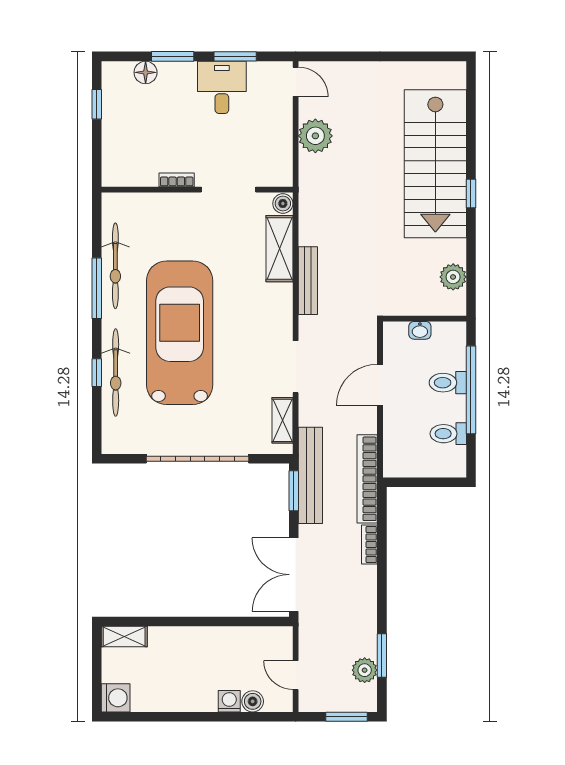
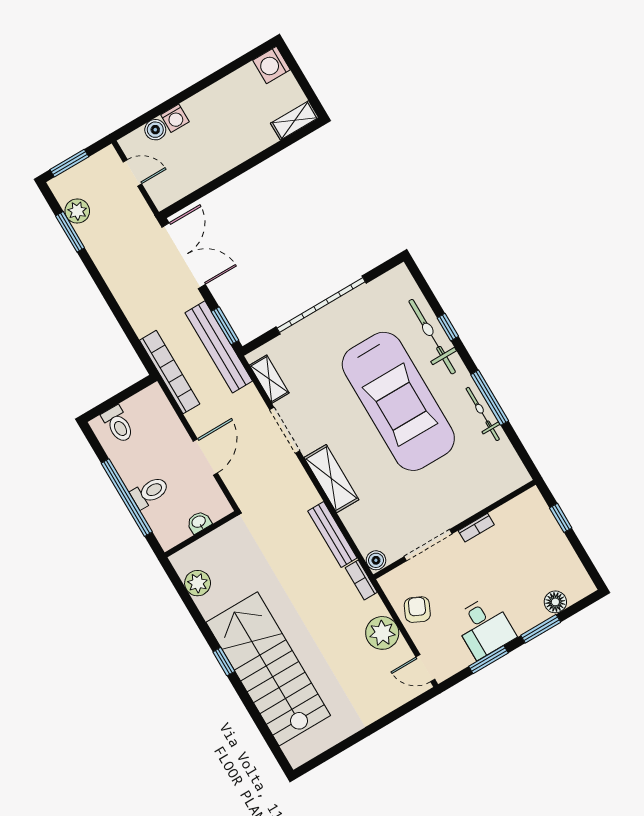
window: (97, 104) -> (561, 518), moved
armchair: (272, 138) -> (417, 610), added
shelving: (279, 249) -> (331, 479), moved
bicycle: (115, 266) -> (483, 414), width x0.73, depth x0.71
bench: (308, 281) -> (332, 535), moved
toilet: (448, 434) -> (118, 424), moved, turned 90
bookcase: (369, 545) -> (361, 580), moved, turned 180

